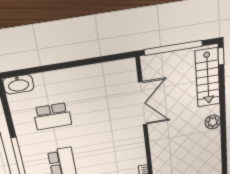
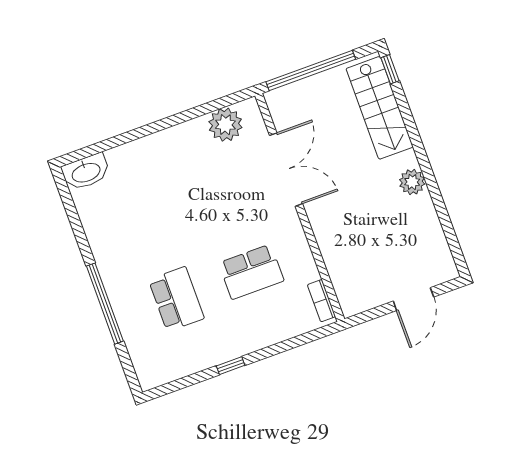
plant: (113, 71) -> (225, 125), added
school desk: (52, 116) -> (251, 272), moved

